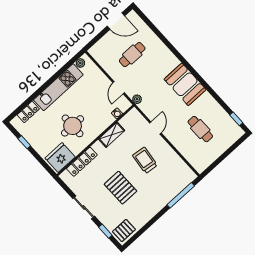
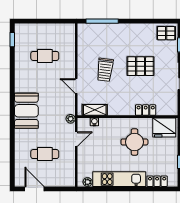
booth: (185, 84) -> (26, 111), moved
door: (155, 128) -> (76, 86), hinge flipped
cafe table: (200, 129) -> (45, 56), turned 90
shelving: (112, 135) -> (95, 110), moved
locker: (82, 162) -> (146, 110), width x0.66
pallet: (120, 188) -> (141, 66), turned 90

